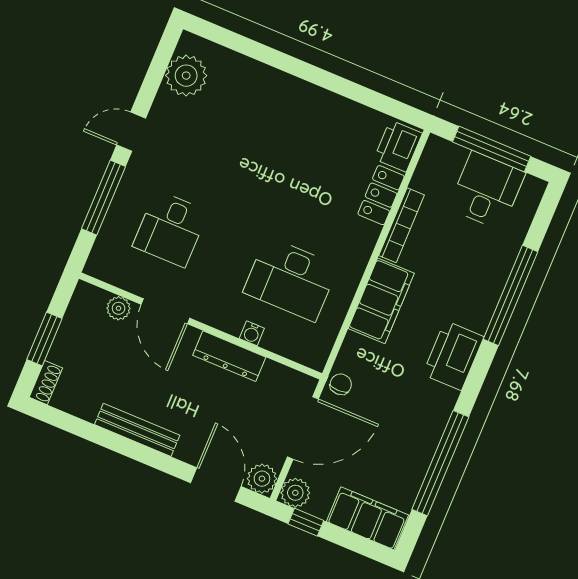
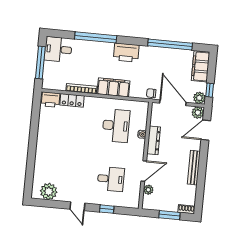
desk: (487, 190) -> (58, 49), moved
window: (104, 198) -> (107, 209), width x0.46

